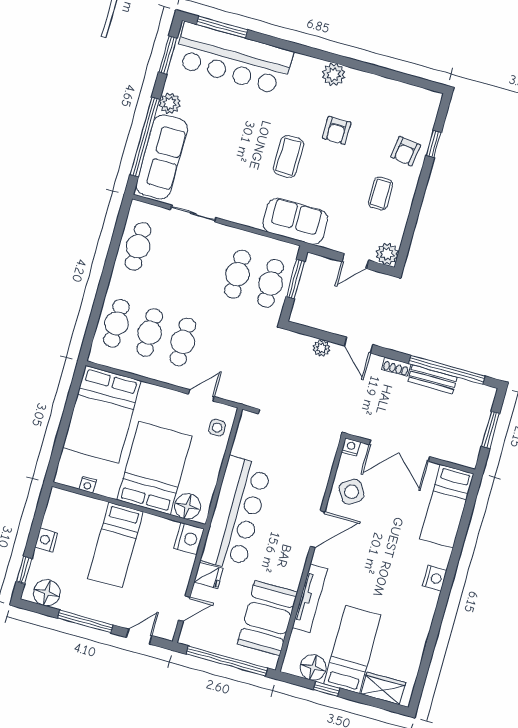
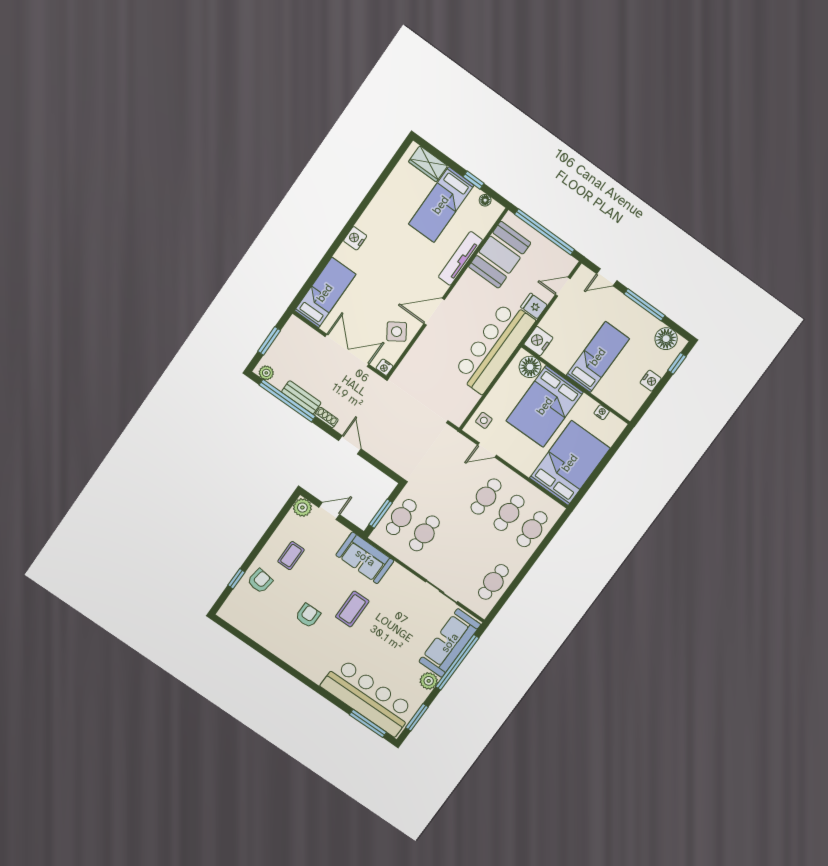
plant: (334, 74) -> (295, 658), removed
plant: (321, 348) -> (266, 373), moved
floor lamp: (313, 667) -> (485, 200), width x0.53, depth x0.53

